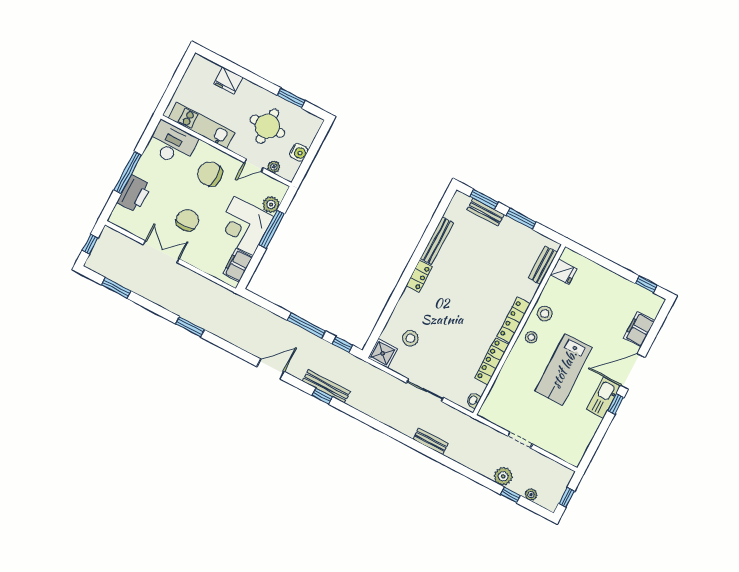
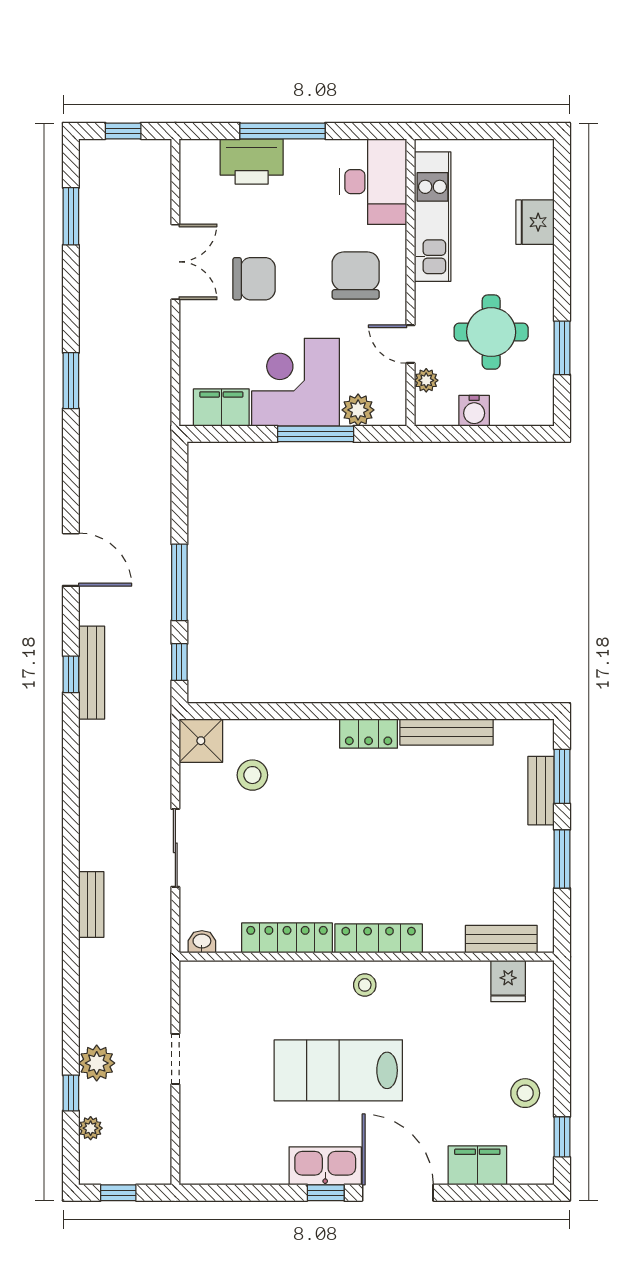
stool: (545, 314) -> (525, 1093), moved

